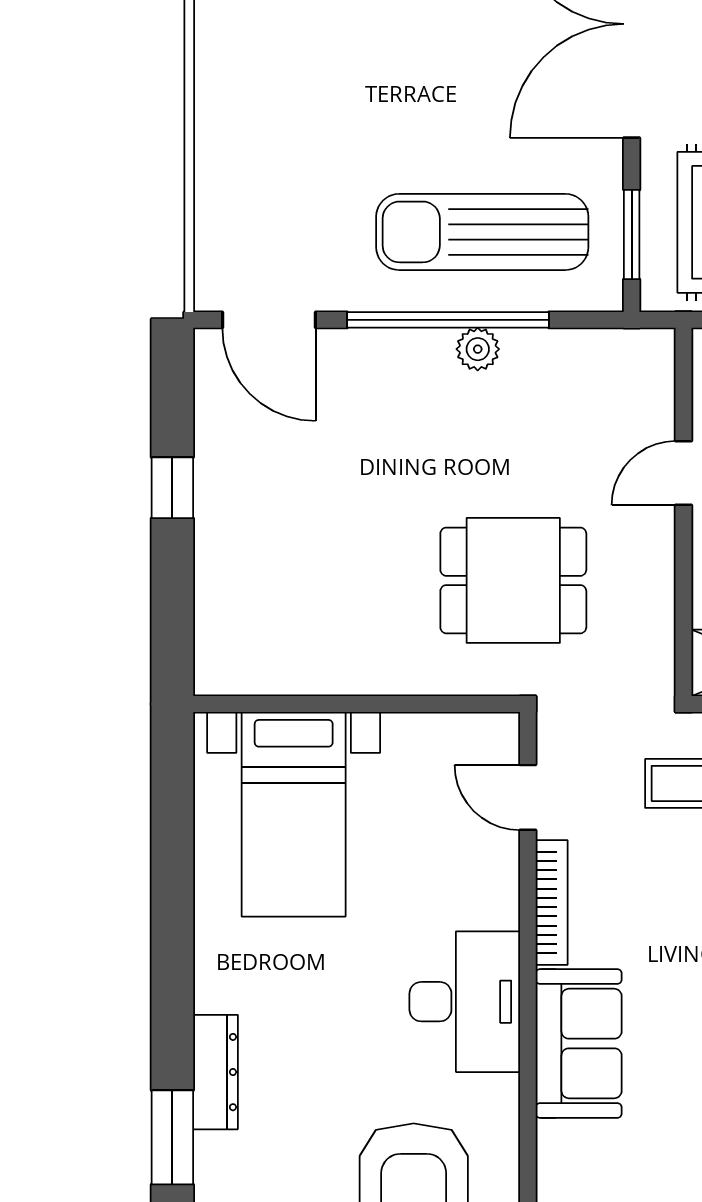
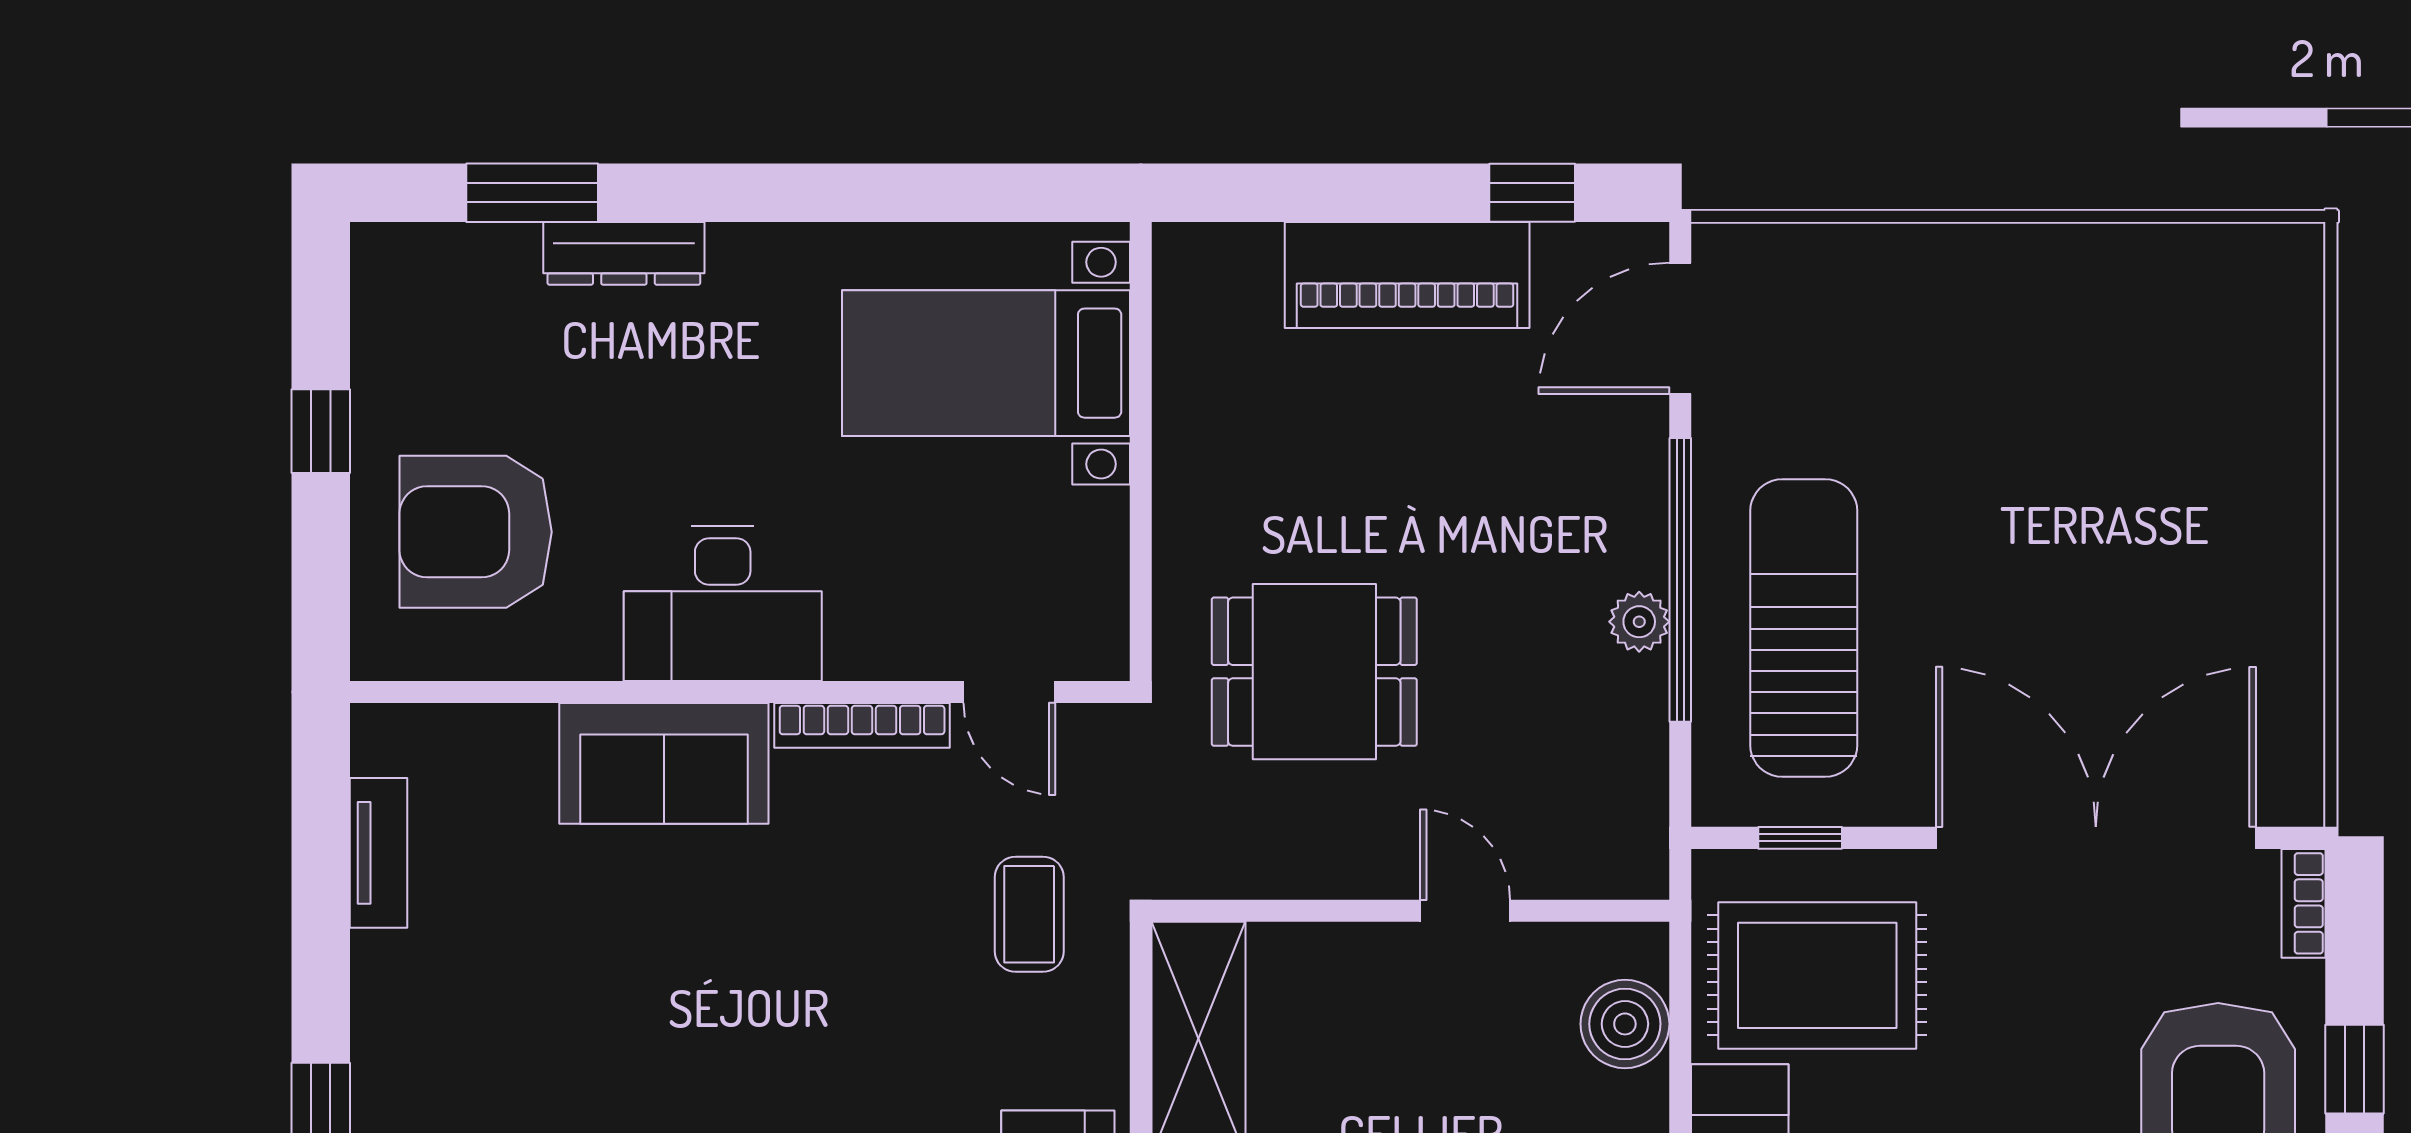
window: (632, 234) -> (1800, 838), width x0.67
window: (172, 488) -> (1532, 193), moved
piano: (231, 514) -> (1407, 275), added
dining table: (513, 580) -> (1314, 672), turned 90
door: (528, 797) -> (1009, 692), swing flipped

